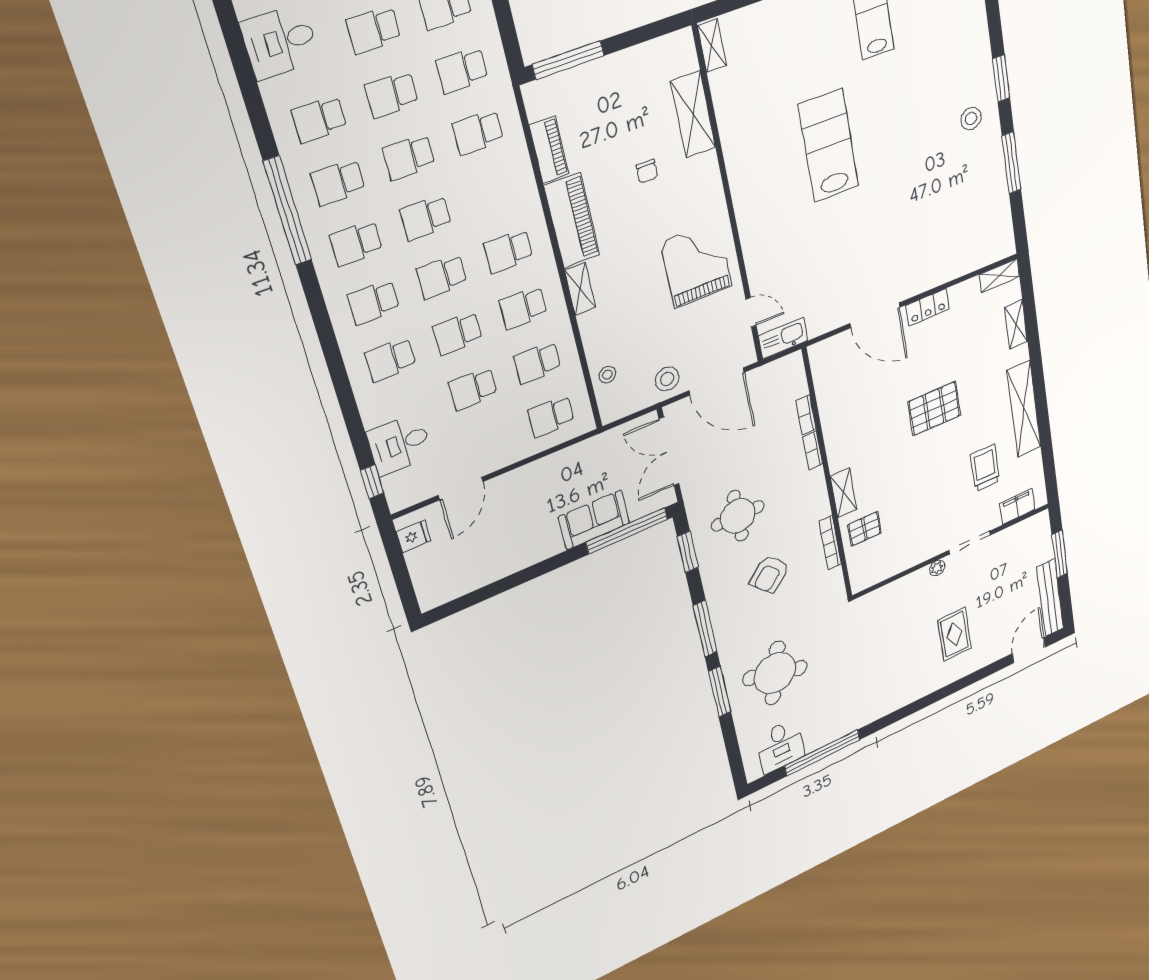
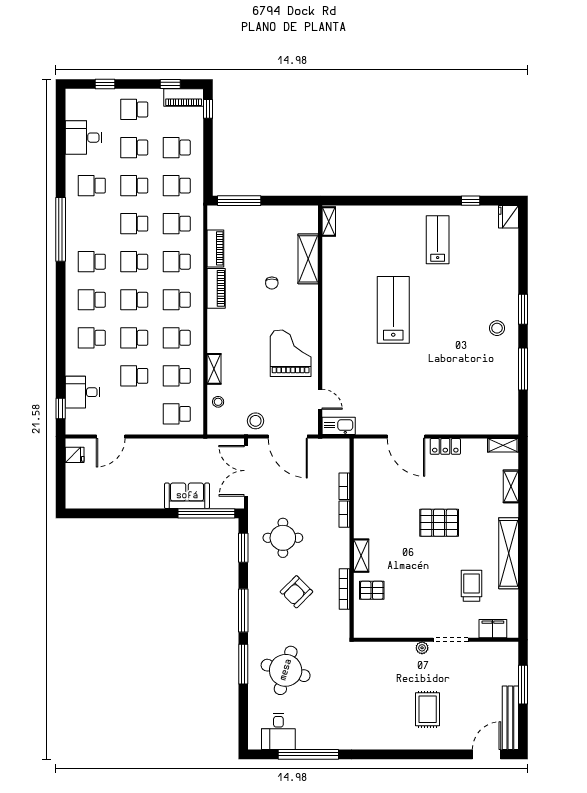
school desk: (338, 182) -> (177, 262), moved
piano: (572, 220) -> (216, 288), width x0.73, depth x0.75
shelving: (580, 289) -> (214, 369), moved

